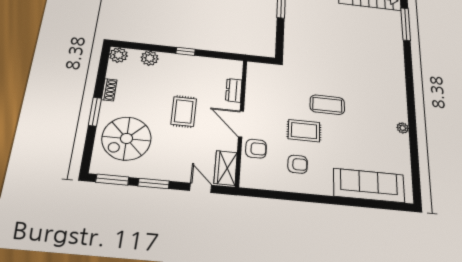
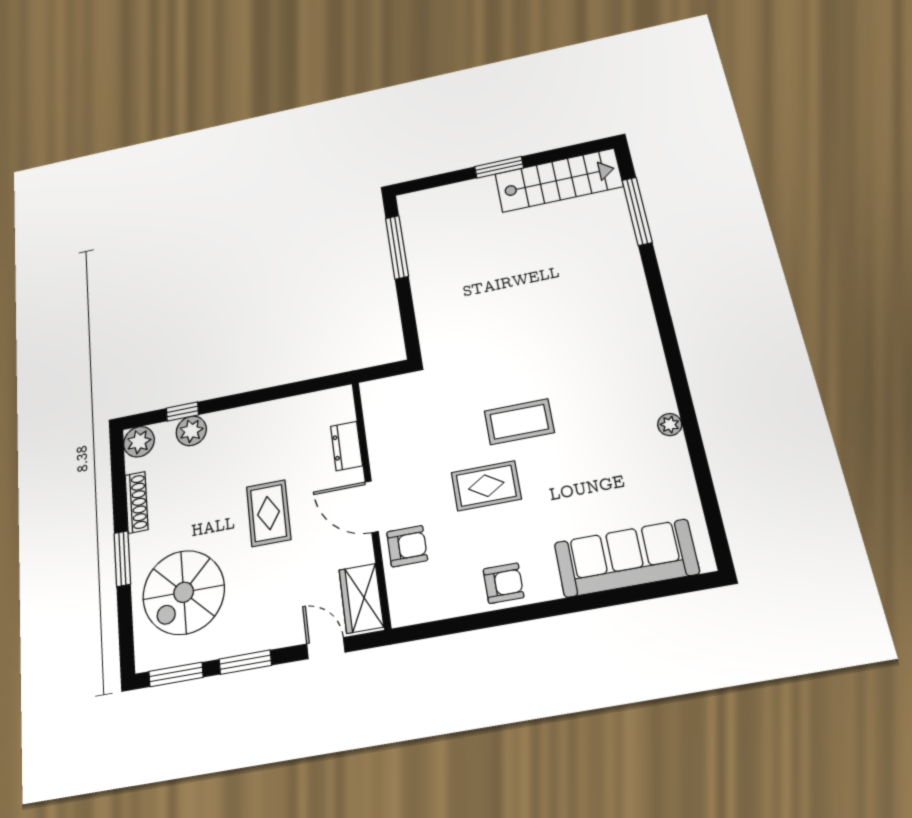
window: (186, 51) -> (182, 412), moved
shoe rack: (109, 90) -> (137, 502), width x1.43
armchair: (298, 164) -> (503, 583), moved

